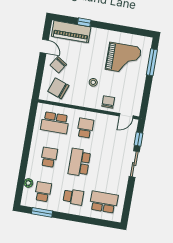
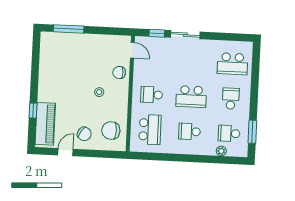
grand piano: (123, 58) -> (68, 61), removed
chair: (58, 88) -> (111, 130), turned 70
school desk: (104, 202) -> (232, 64), turned -90

